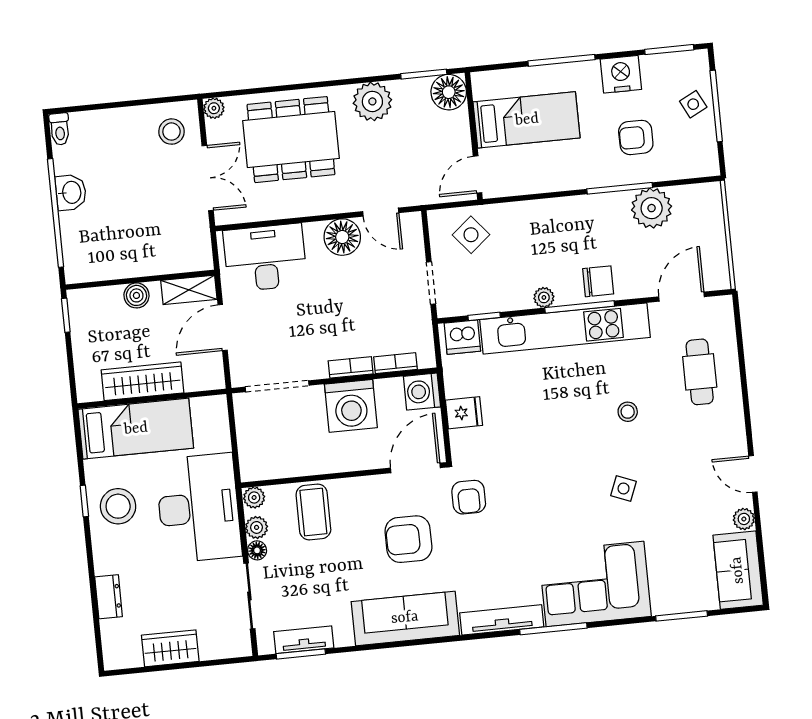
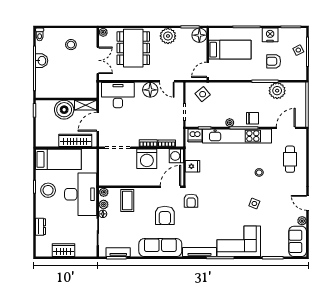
stool: (171, 132) -> (71, 45), moved
dining table: (291, 140) -> (133, 48), turned 90
boiler: (136, 295) -> (64, 110), width x1.86, depth x1.86
wardrobe: (143, 381) -> (75, 140), moved
armchair: (408, 539) -> (165, 215), turned -90

